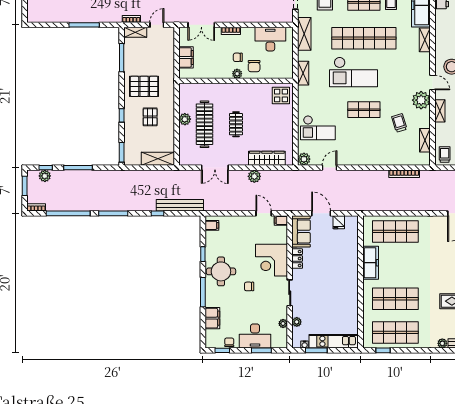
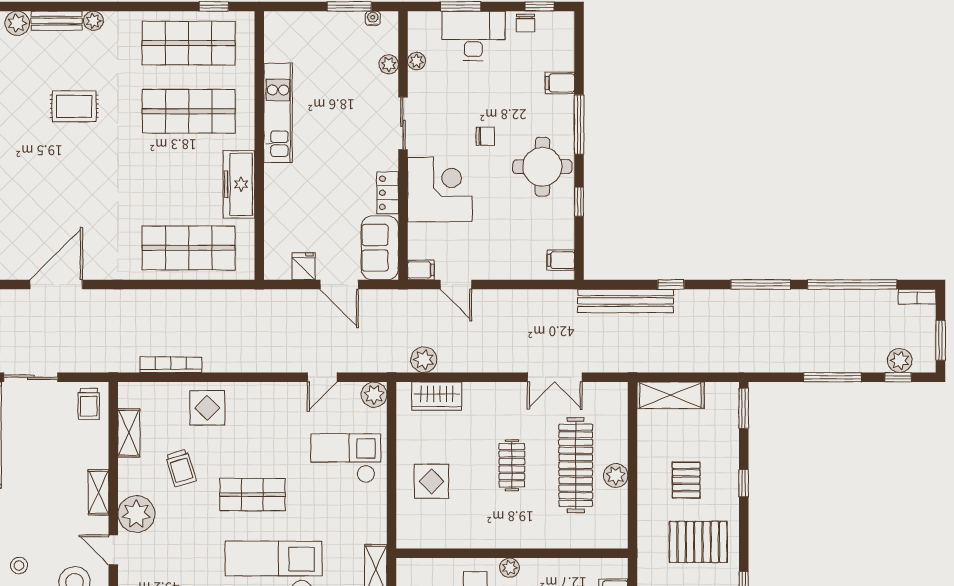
display table: (281, 95) -> (432, 481), moved
display table: (386, 153) -> (207, 408), added
wardrobe: (267, 158) -> (437, 396), width x0.67
double door: (215, 168) -> (555, 377), swing flipped
plant: (254, 176) -> (424, 360), moved
filing cabinet: (212, 318) -> (560, 83), width x0.50
kitchen unit: (334, 341) -> (278, 113), moved, turned -90

